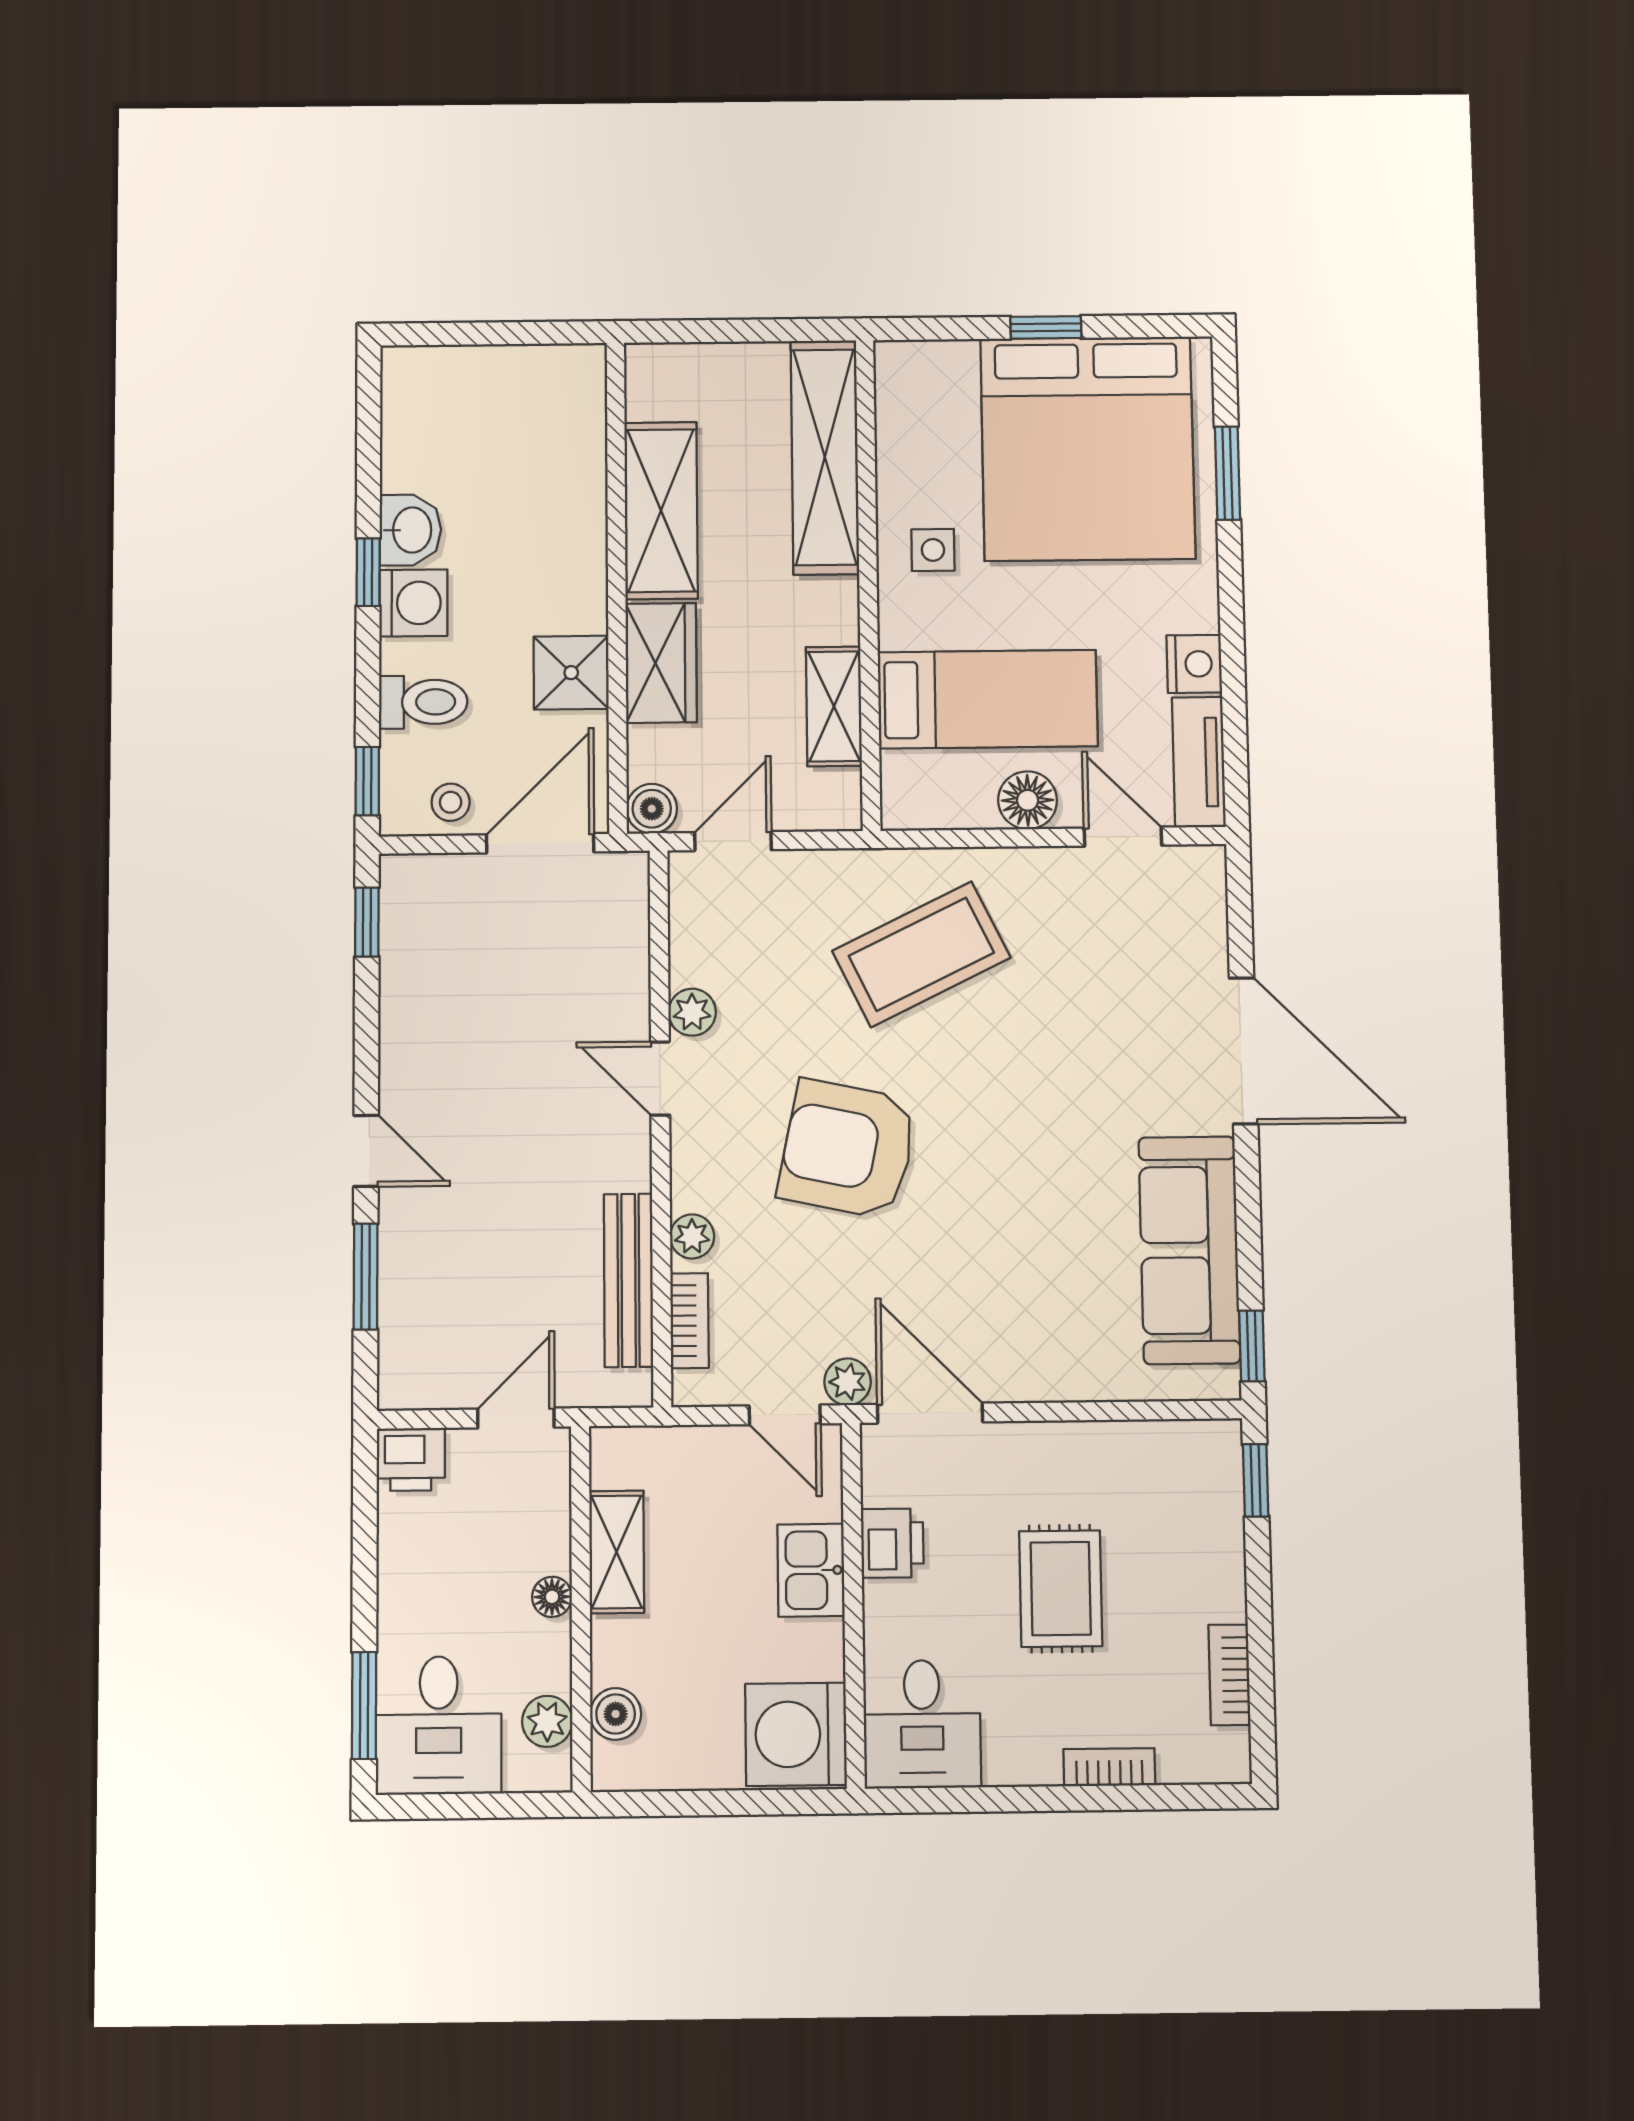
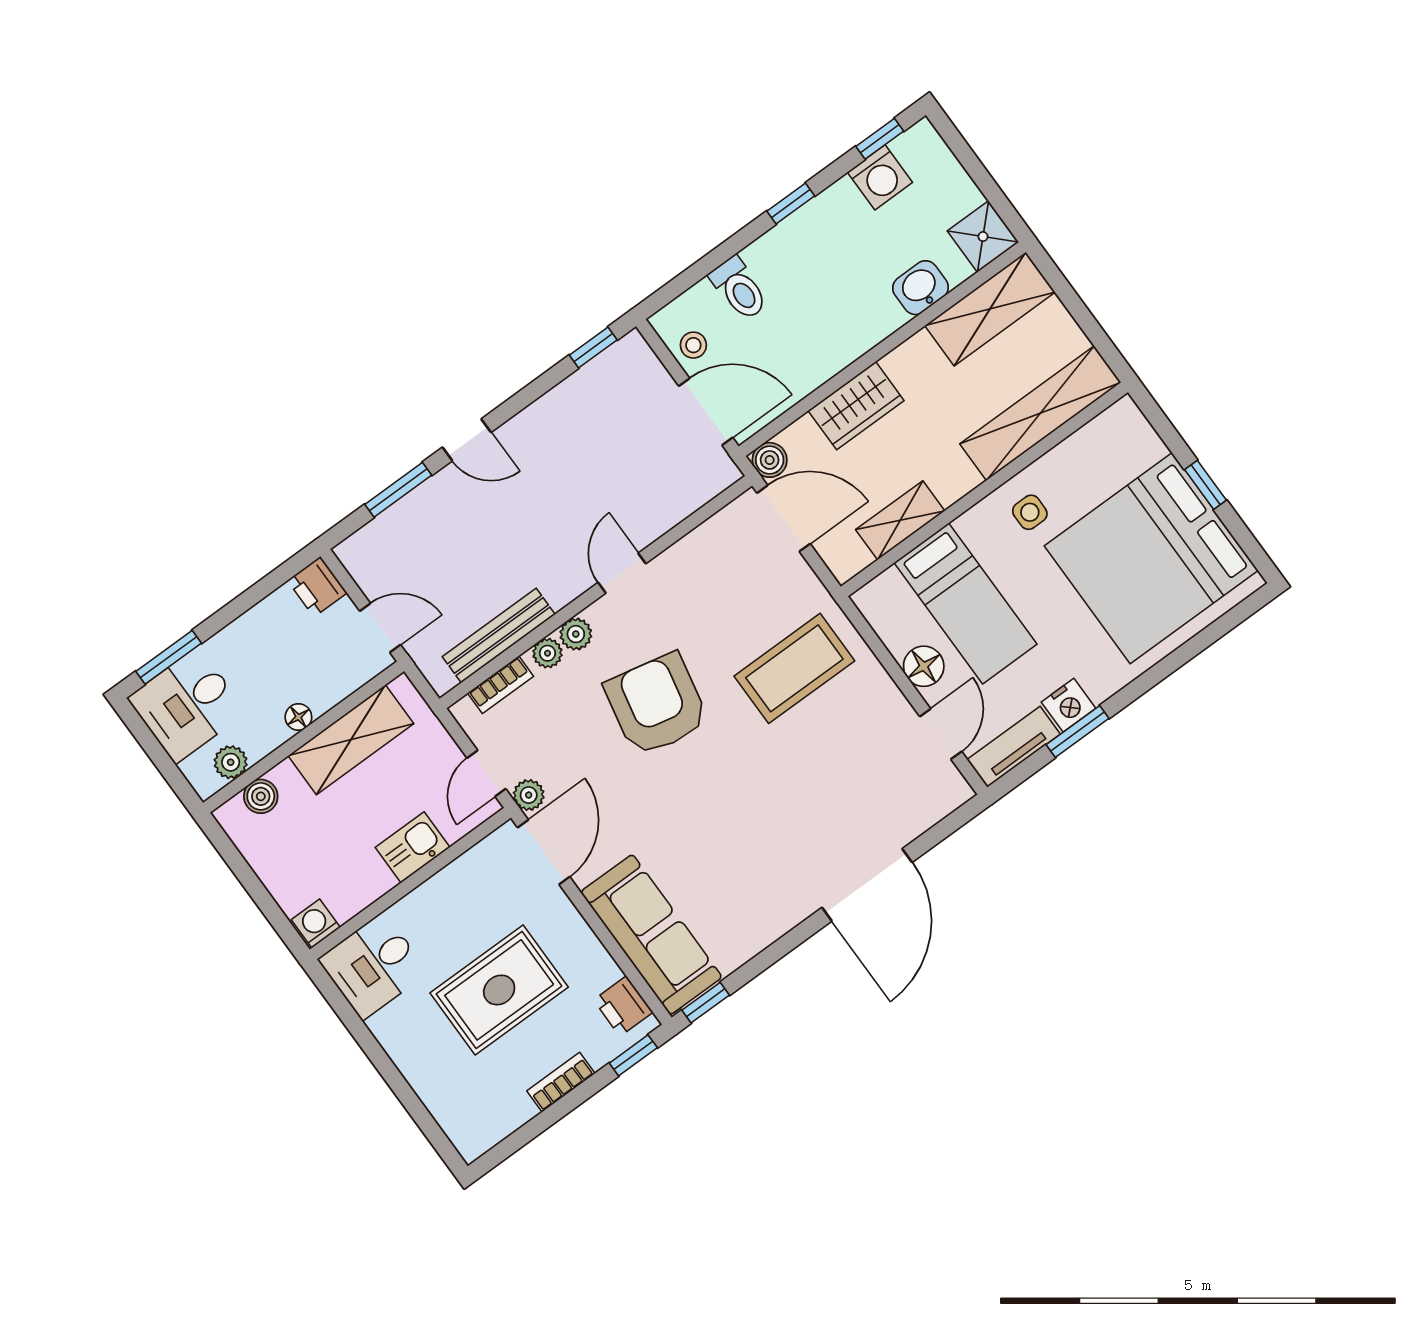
window: (1227, 473) -> (1078, 731), moved
shelving: (661, 511) -> (990, 309), moved
washbasin: (410, 530) -> (921, 288), moved, turned 180
washing machine: (413, 603) -> (880, 177), moved
shower: (571, 673) -> (983, 237), moved
window: (367, 781) -> (880, 139), moved
door: (733, 841) -> (784, 518), width x1.37
coffee table: (921, 954) -> (794, 668), turned -64
plant: (692, 1012) -> (576, 634), moved
door: (366, 1151) -> (467, 440), hinge flipped
sofa: (1189, 1250) -> (651, 935), moved, turned 90
printer: (892, 1543) -> (623, 1006), moved, turned 90
shelving: (617, 1552) -> (351, 740), width x1.50, depth x1.33
rug: (1061, 1589) -> (499, 990), width x1.36, depth x1.43
bookcase: (1229, 1675) -> (561, 1082), moved
washing machine: (796, 1734) -> (316, 923), width x0.53, depth x0.53
bookcase: (1109, 1767) -> (422, 1083), removed

